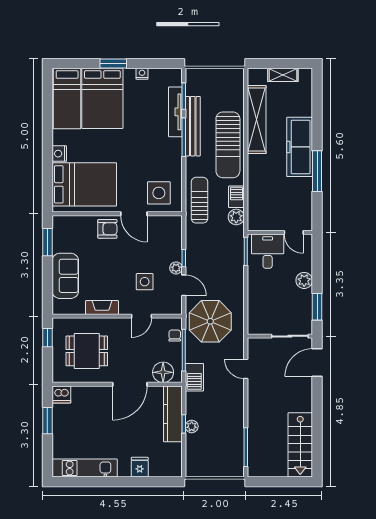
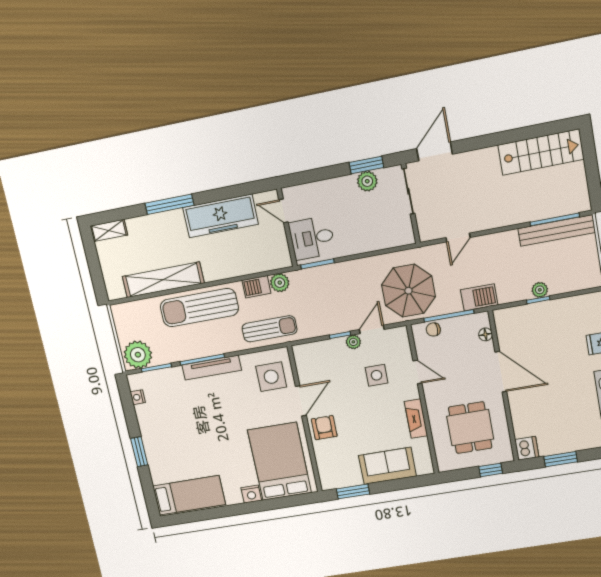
nightstand: (142, 74) -> (138, 397), moved
shelving: (283, 75) -> (109, 230), moved, turned 90
plant: (198, 83) -> (138, 355), added
bed: (102, 98) -> (180, 457), removed
tv unit: (175, 112) -> (212, 368), moved
bench: (193, 126) -> (557, 230), moved
sun lounger: (228, 145) -> (199, 308), turned 180
freezer: (300, 147) -> (220, 216), moved
window: (317, 171) -> (169, 204), moved
sun lounger: (199, 200) -> (269, 329), turned 180
door: (294, 232) -> (283, 211), swing flipped
plant: (304, 280) -> (367, 181), moved
window: (47, 338) -> (491, 470), moved
door: (317, 363) -> (435, 151), swing flipped
floor lamp: (163, 372) -> (486, 334), width x0.53, depth x0.53
kitchen counter: (173, 414) -> (528, 315), removed

